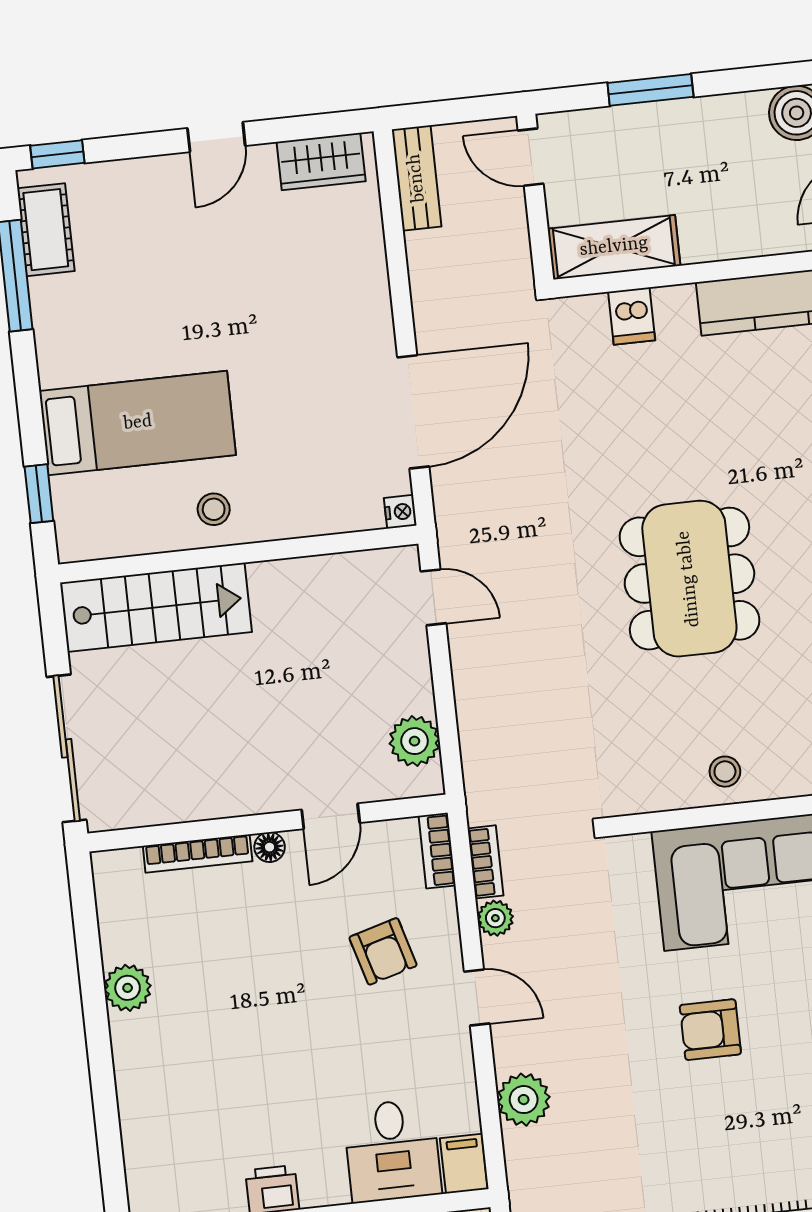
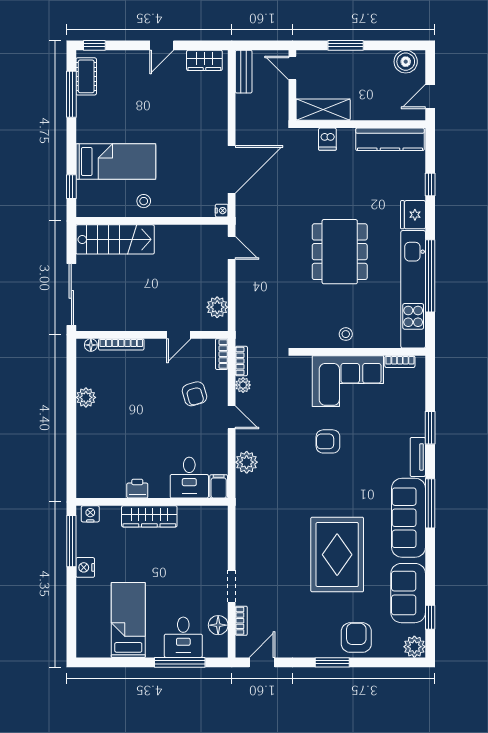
floor lamp: (270, 847) -> (91, 345), moved

